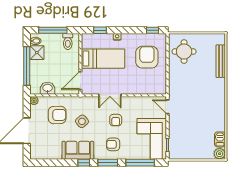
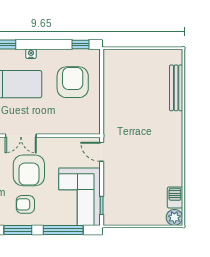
round table: (184, 52) -> (125, 74), removed
armchair: (116, 120) -> (29, 170), width x1.88, depth x1.88

